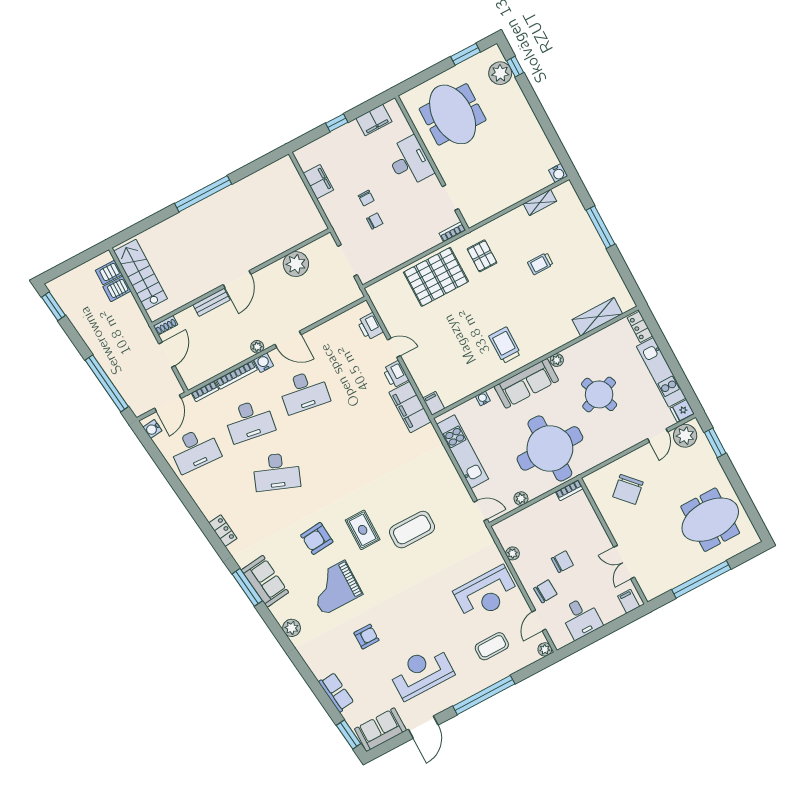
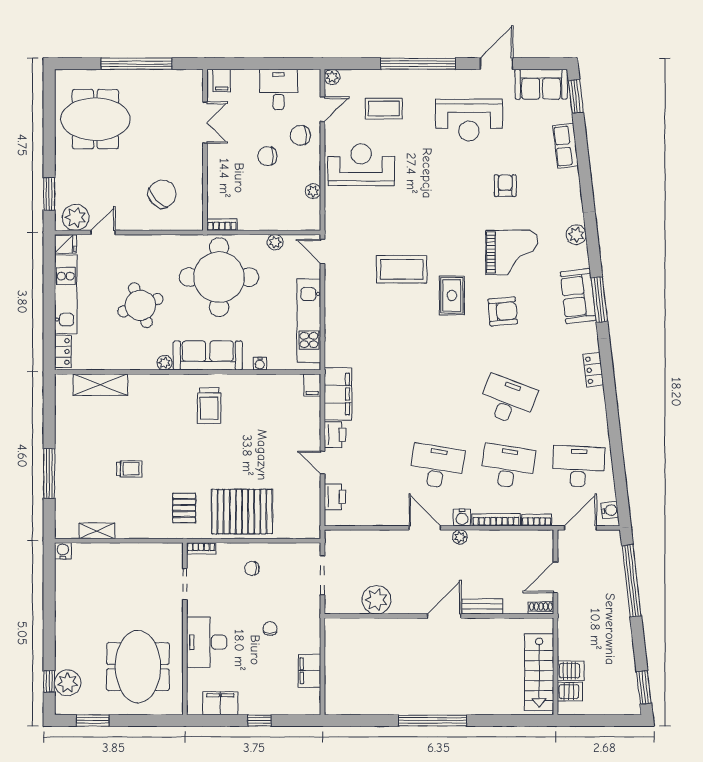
chair: (375, 221) -> (252, 568), moved
armchair: (366, 637) -> (505, 186), turned 90

